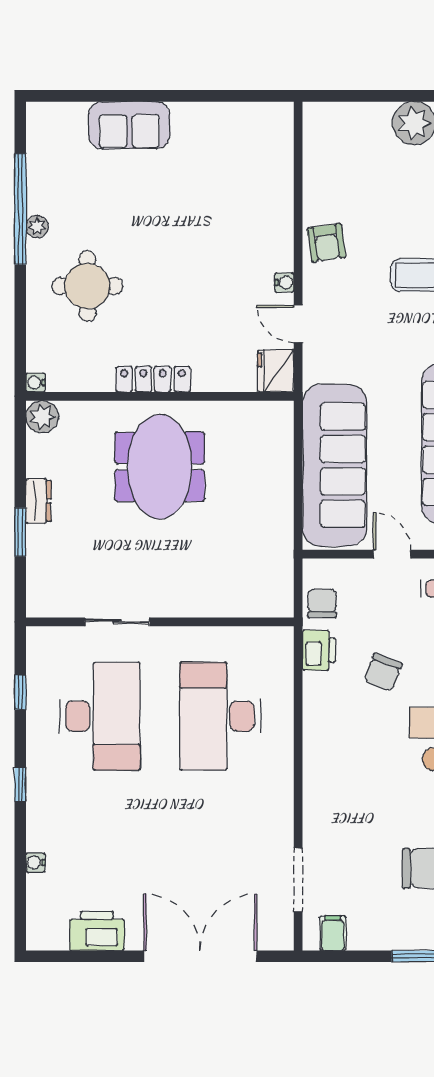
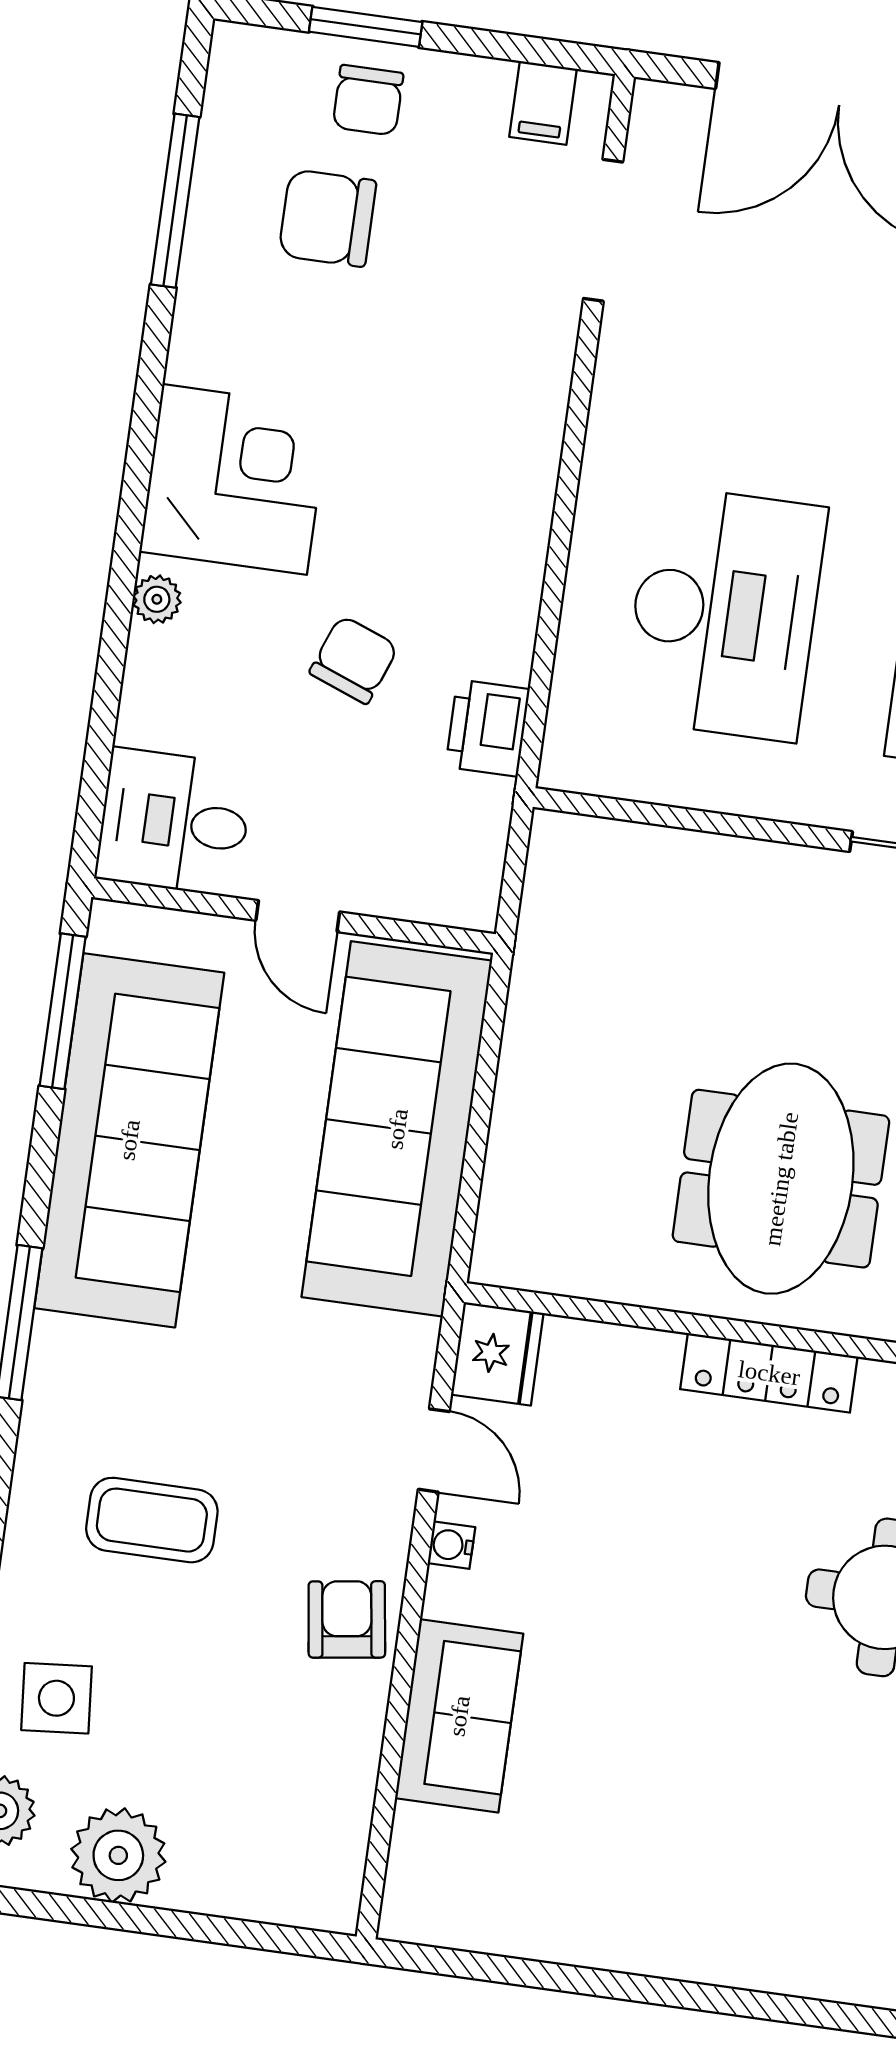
sofa: (129, 125) -> (459, 1716), moved, turned 90
chair: (322, 603) -> (368, 100), moved

